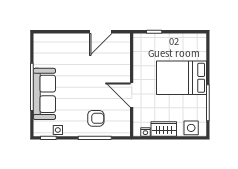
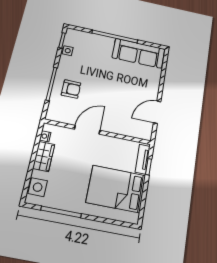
door: (101, 32) -> (157, 112), hinge flipped
tv unit: (148, 38) -> (143, 159), added
bed: (181, 78) -> (116, 189), moved, turned -90
sofa: (44, 94) -> (139, 53), moved
armchair: (96, 118) -> (71, 89), turned -90

